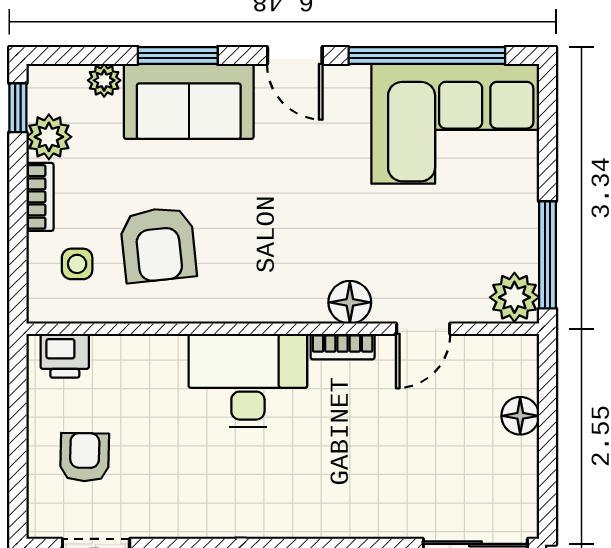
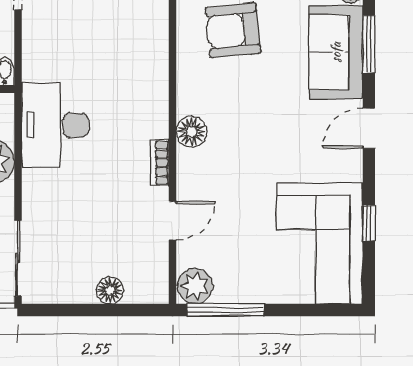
window: (427, 55) -> (369, 223), width x0.32
floor lamp: (350, 302) -> (191, 132), moved
door: (423, 329) -> (172, 221), swing flipped
desk: (248, 380) -> (55, 125), moved, turned 180

